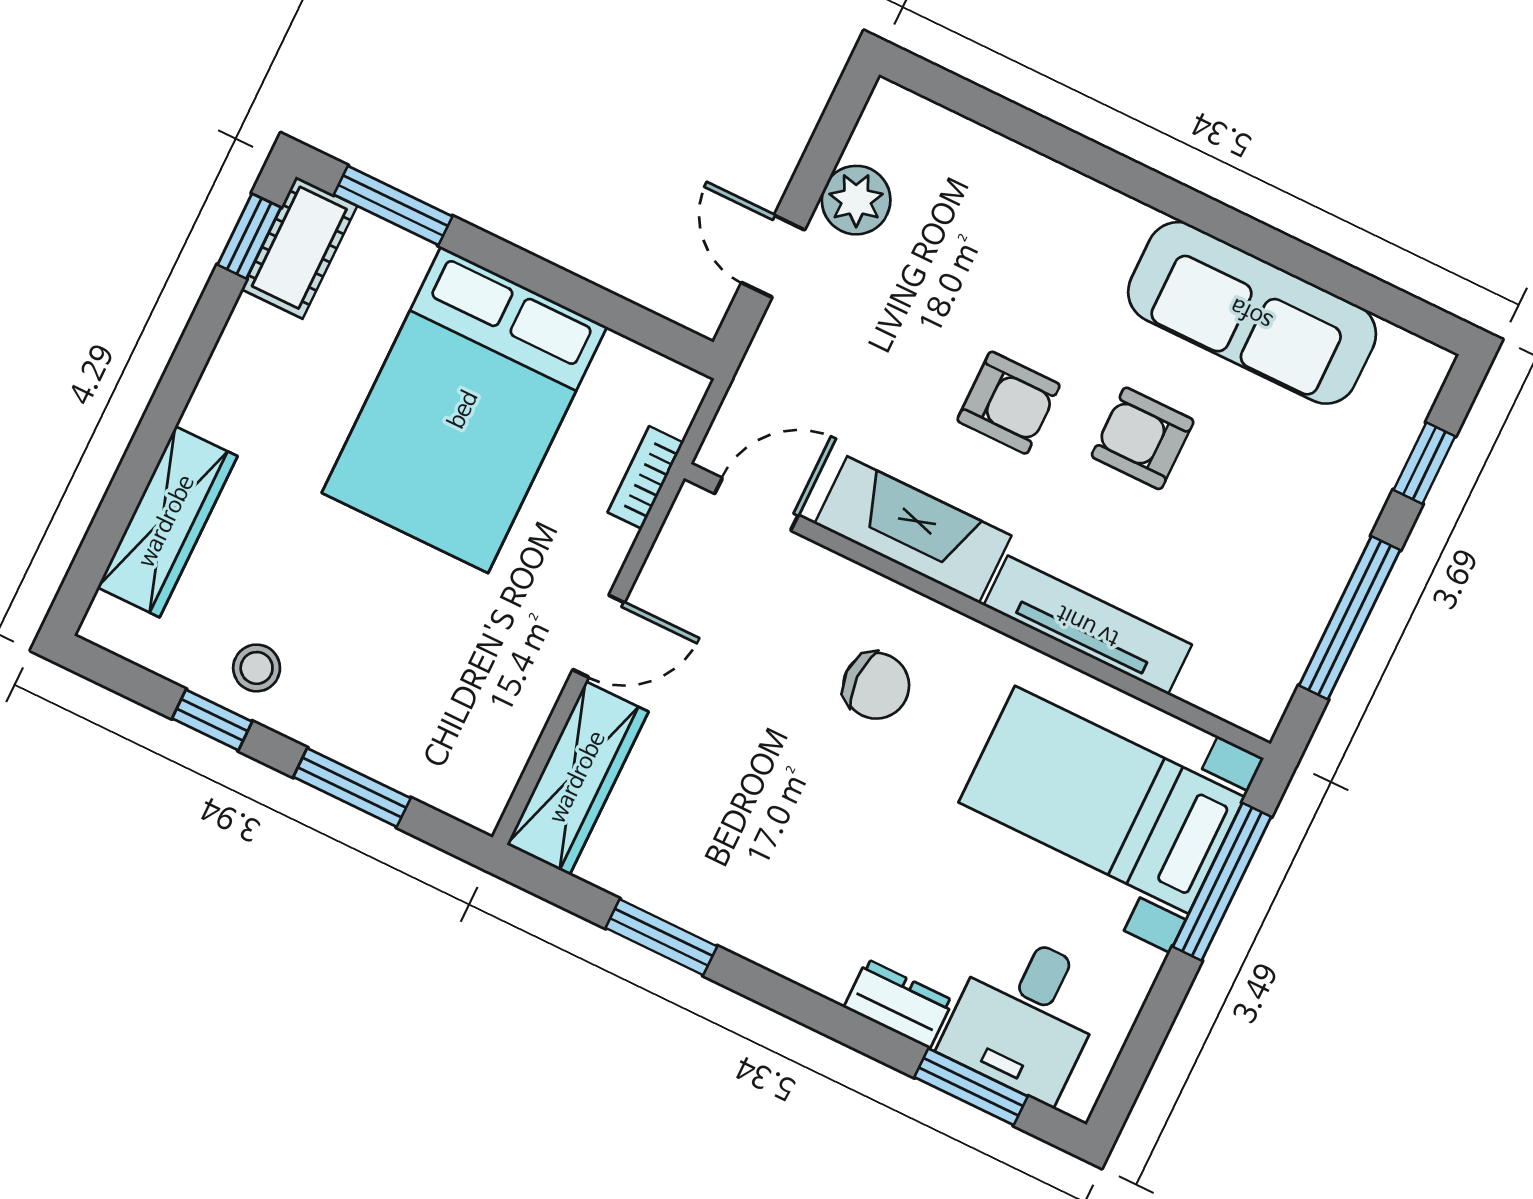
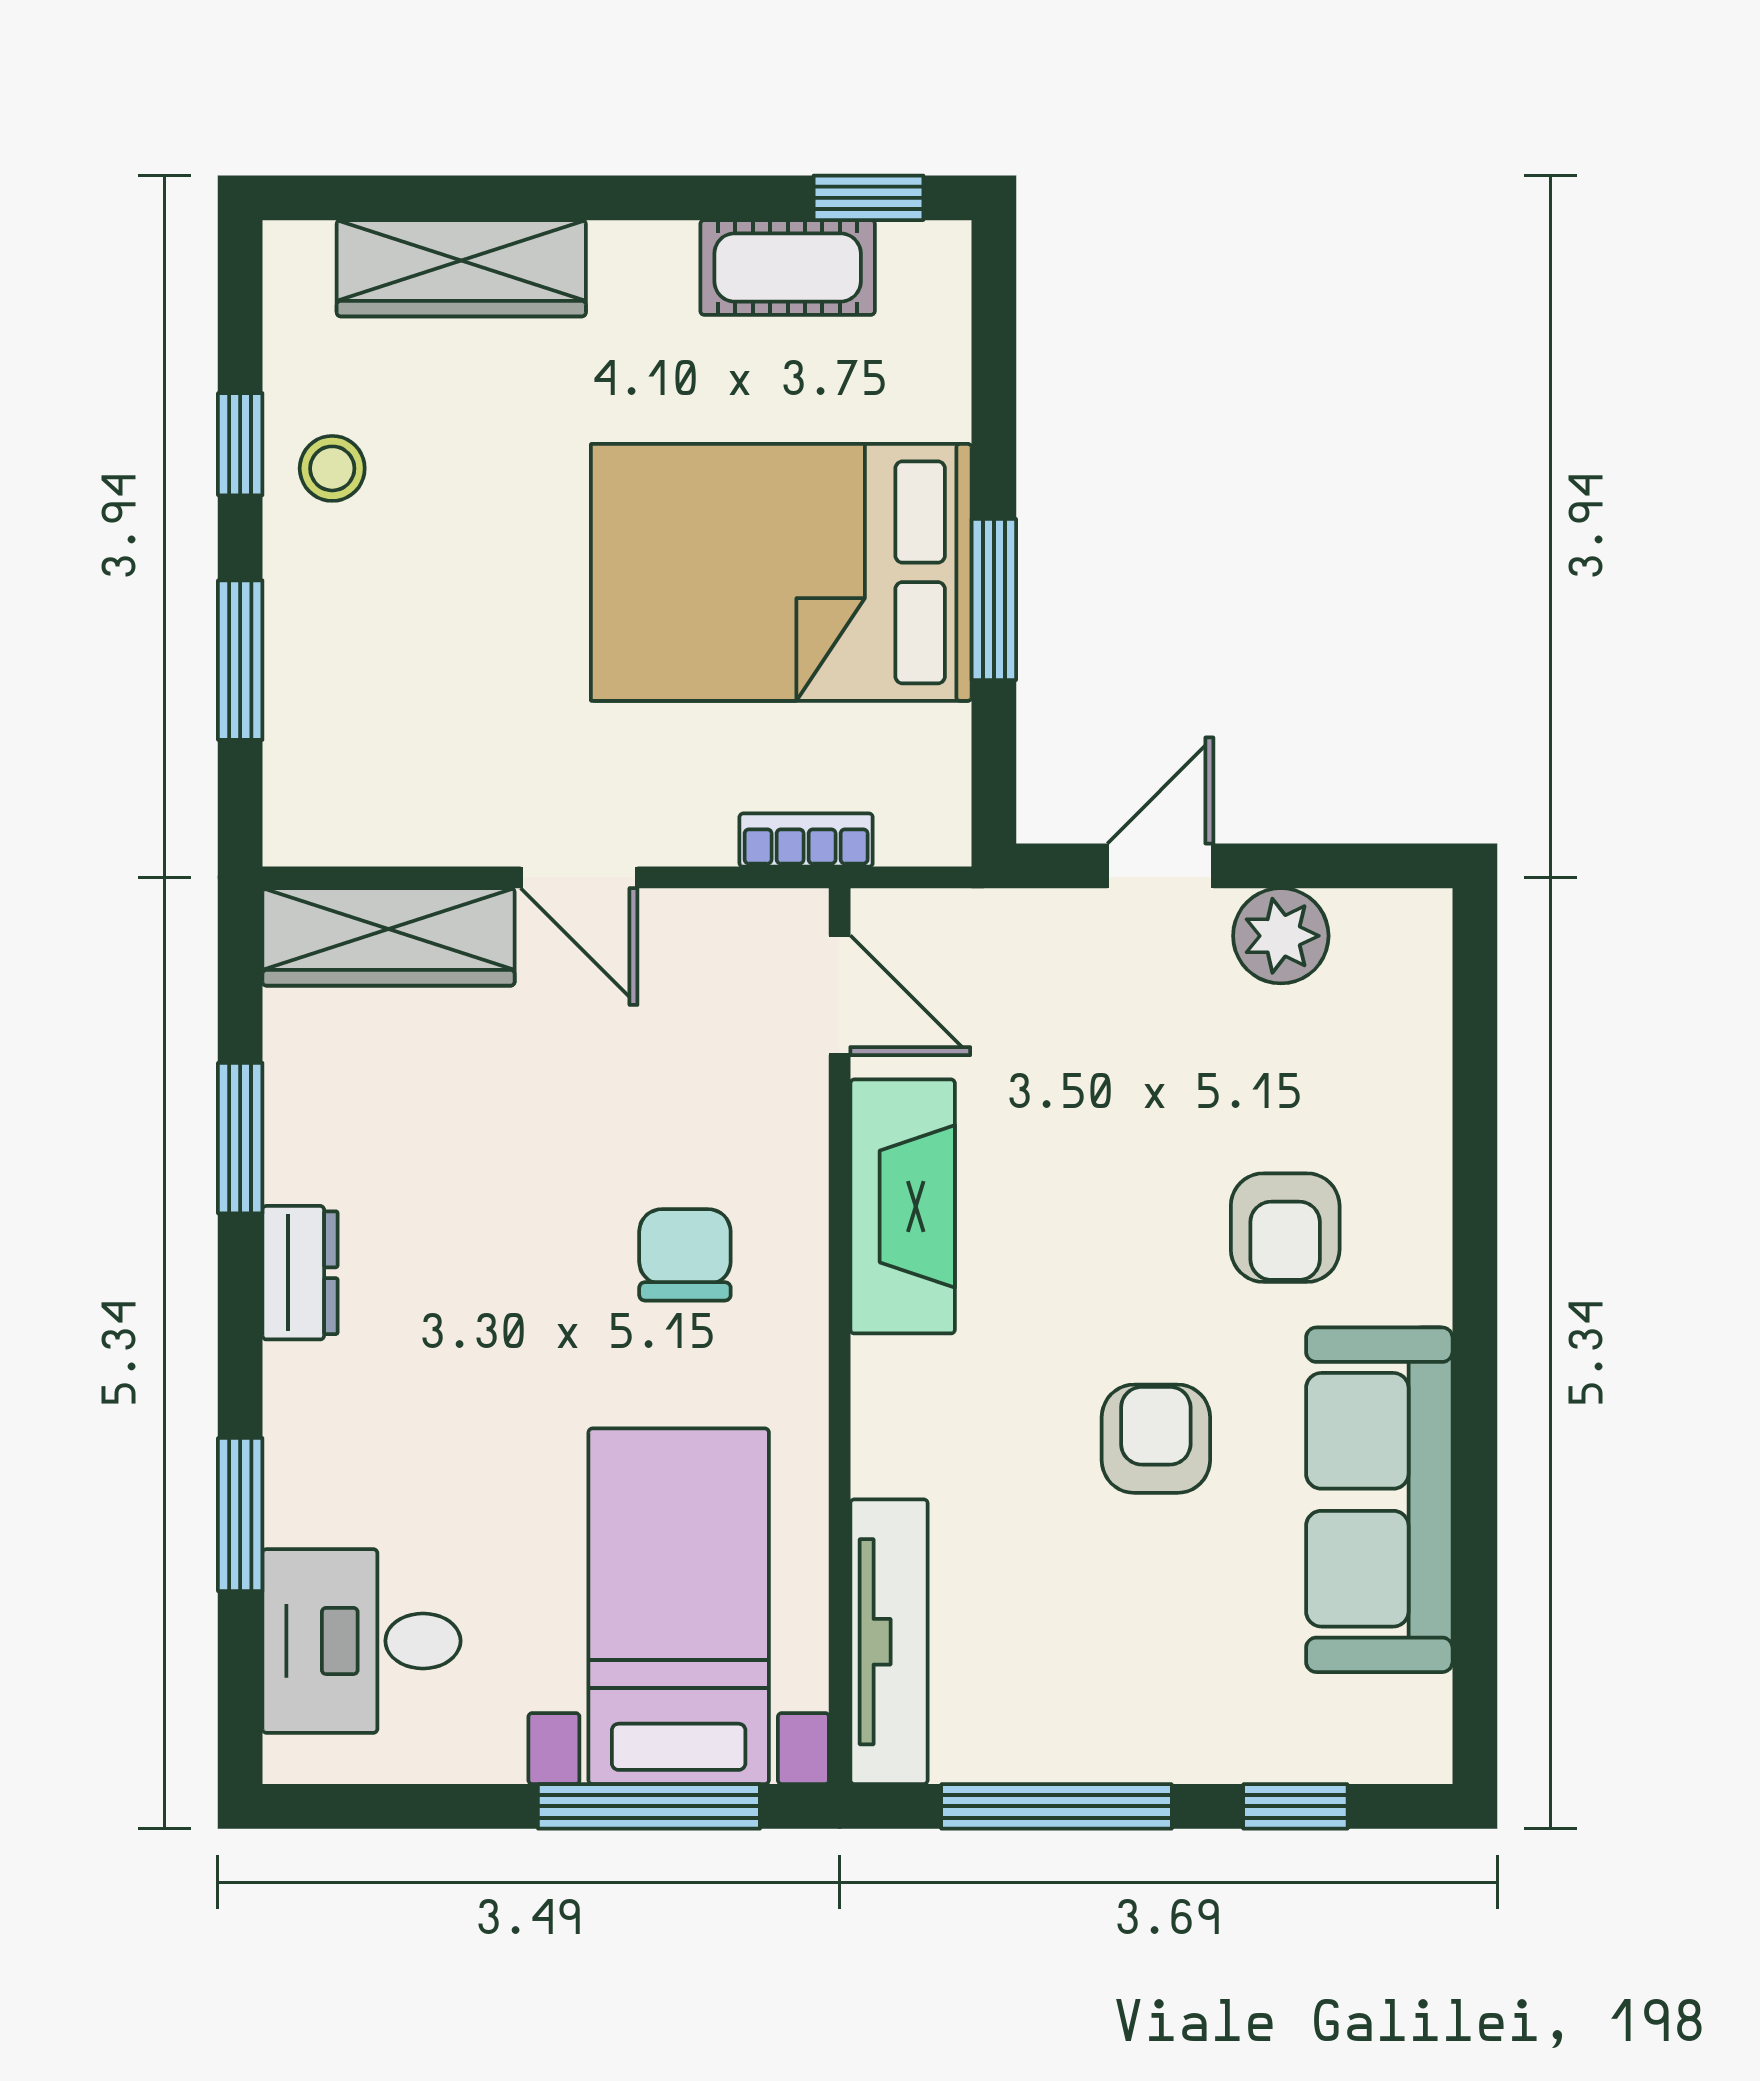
window: (393, 206) -> (994, 600), moved
cot: (299, 248) -> (788, 267), moved
armchair: (1009, 403) -> (1285, 1228), moved
tv unit: (1088, 625) -> (889, 1642), moved
chair: (876, 686) -> (685, 1255), turned 180
dresser: (898, 1004) -> (300, 1273), moved
window: (971, 1087) -> (240, 1515), moved

